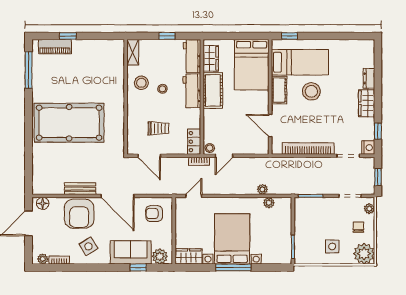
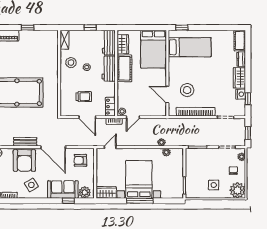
window: (68, 36) -> (27, 28), moved
cot: (279, 90) -> (240, 40), moved
stool: (311, 91) -> (187, 90), moved
nightstand: (368, 148) -> (241, 94), moved
door: (149, 156) -> (87, 117), moved

